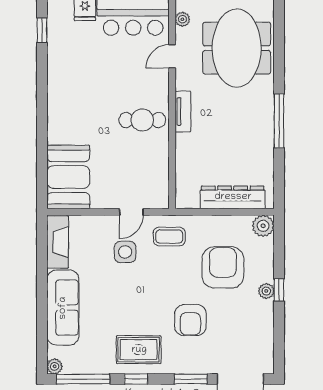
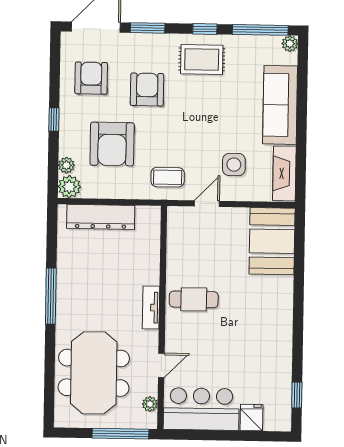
side table: (125, 252) -> (234, 165), moved
plant: (266, 291) -> (66, 165), moved
armchair: (244, 330) -> (91, 78), added

